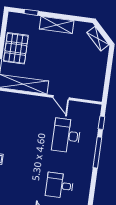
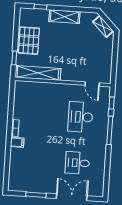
door: (61, 98) -> (92, 84), moved

